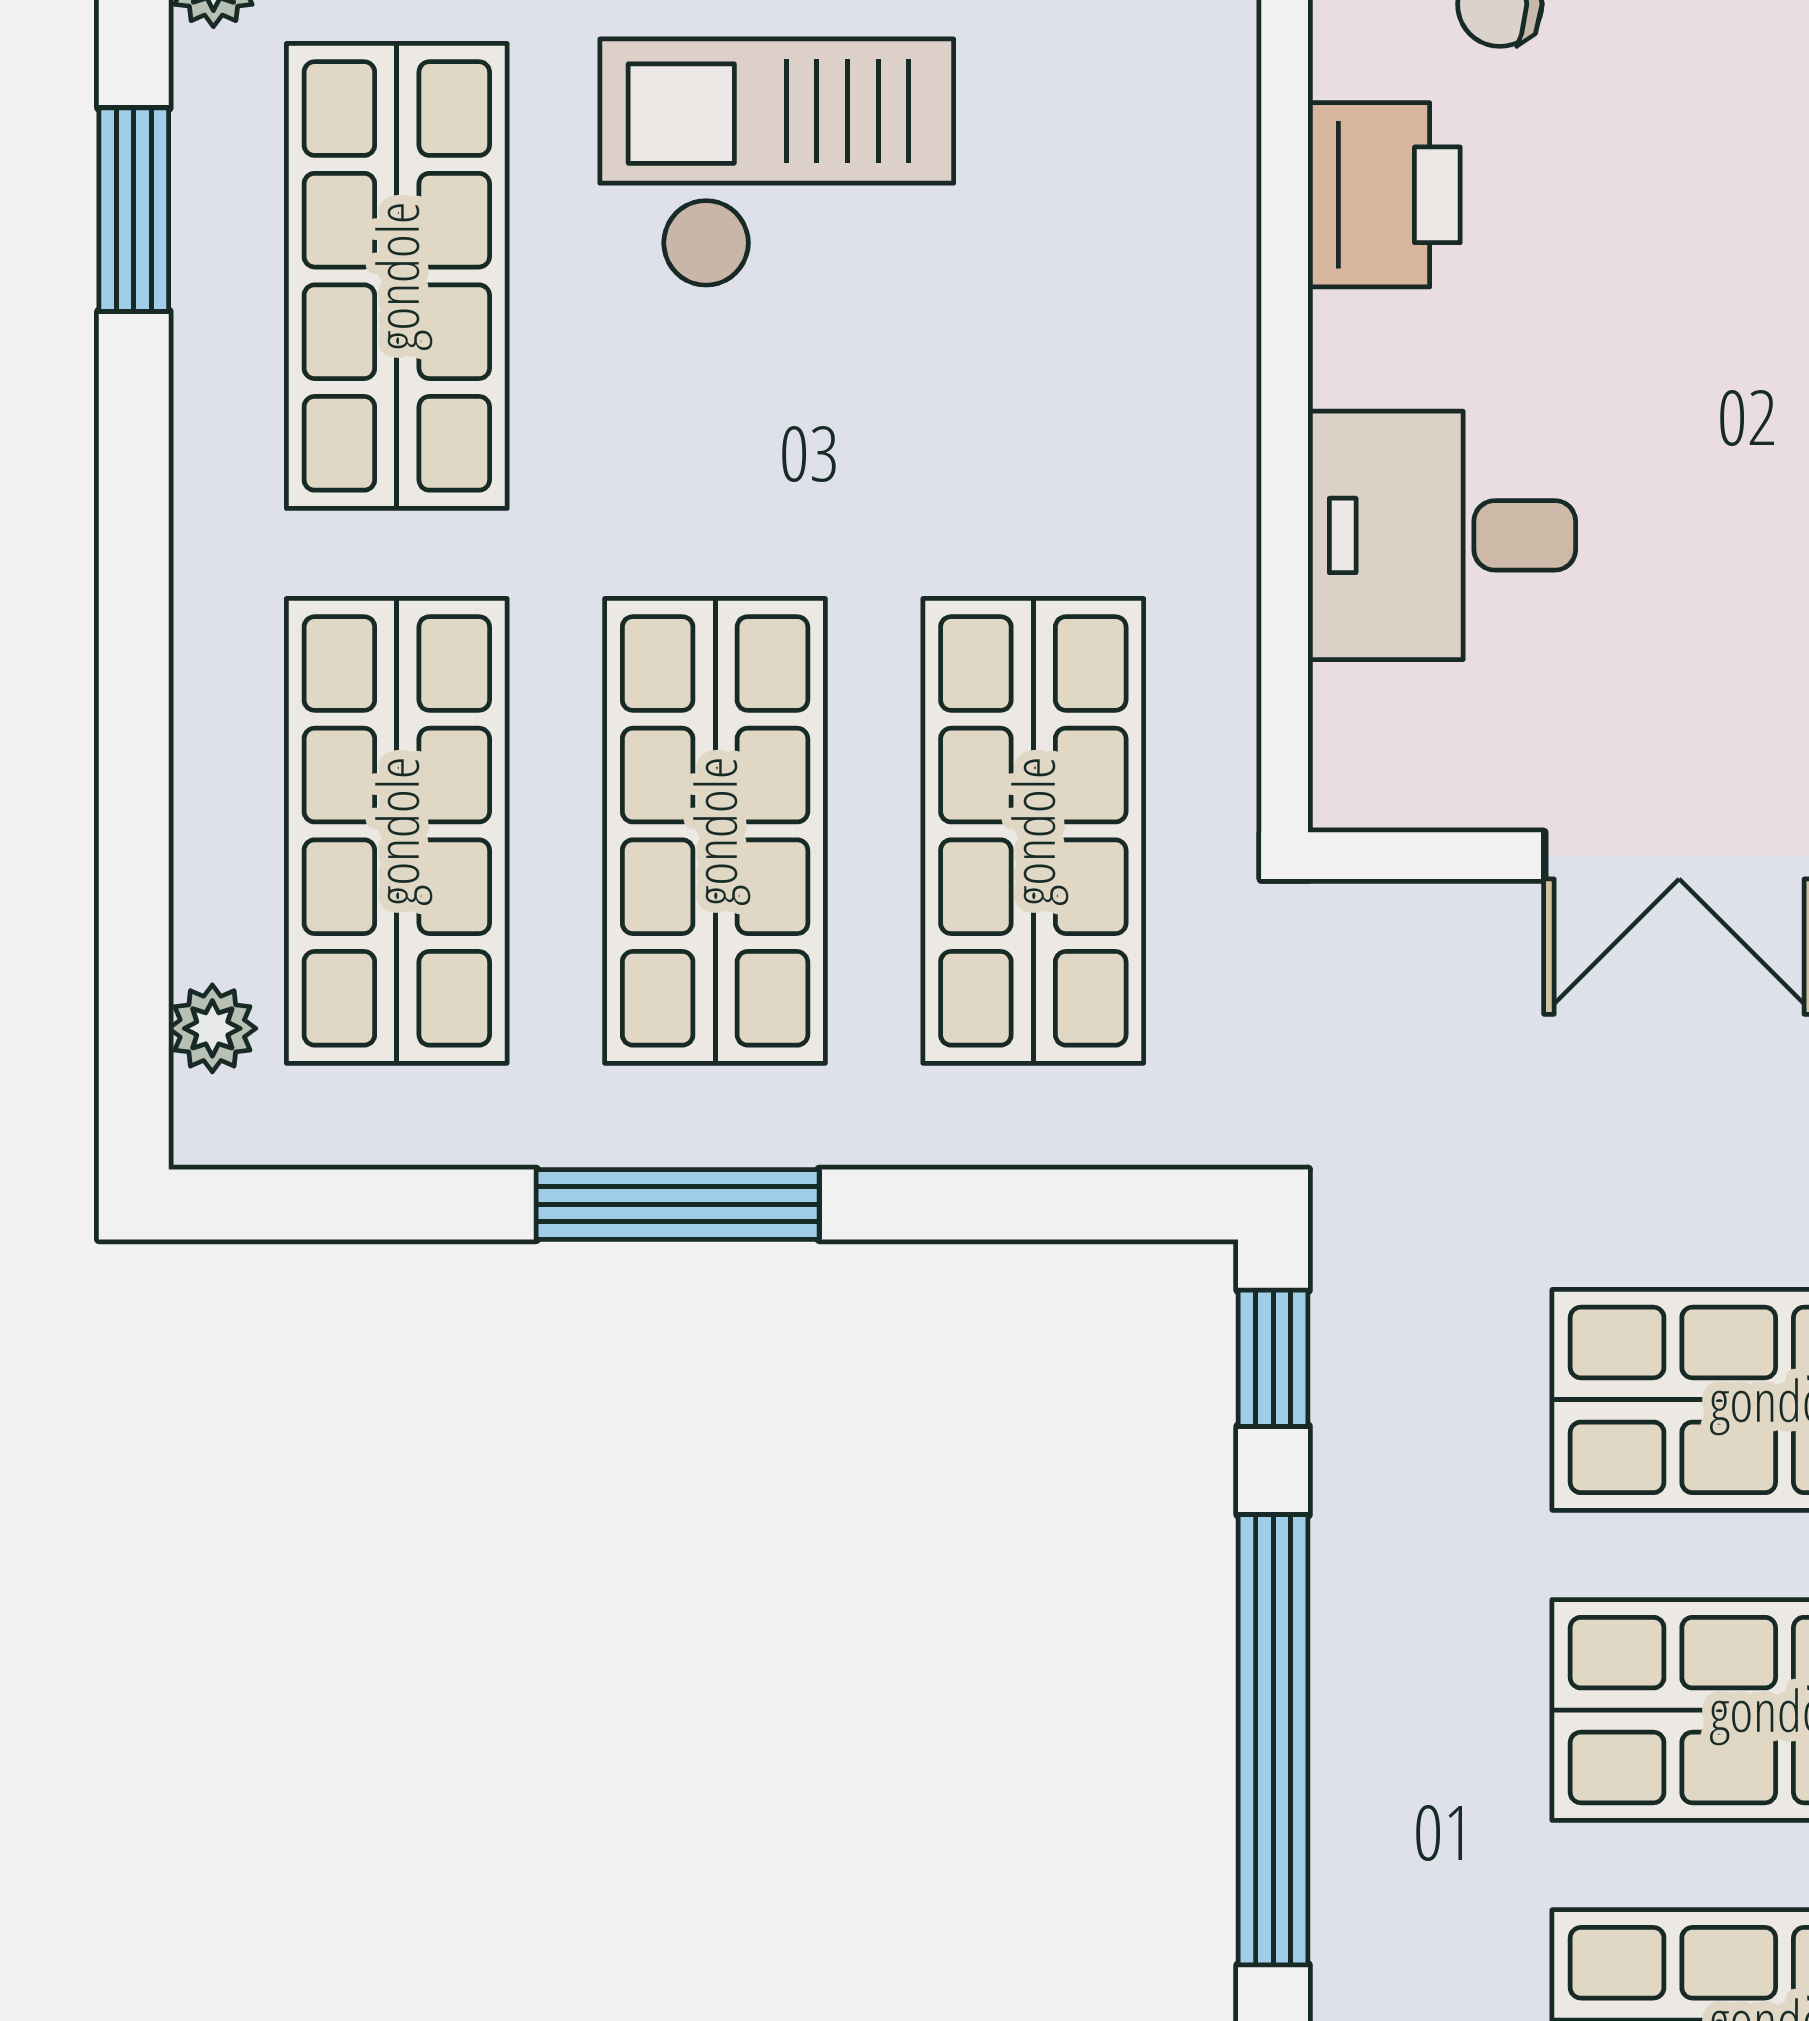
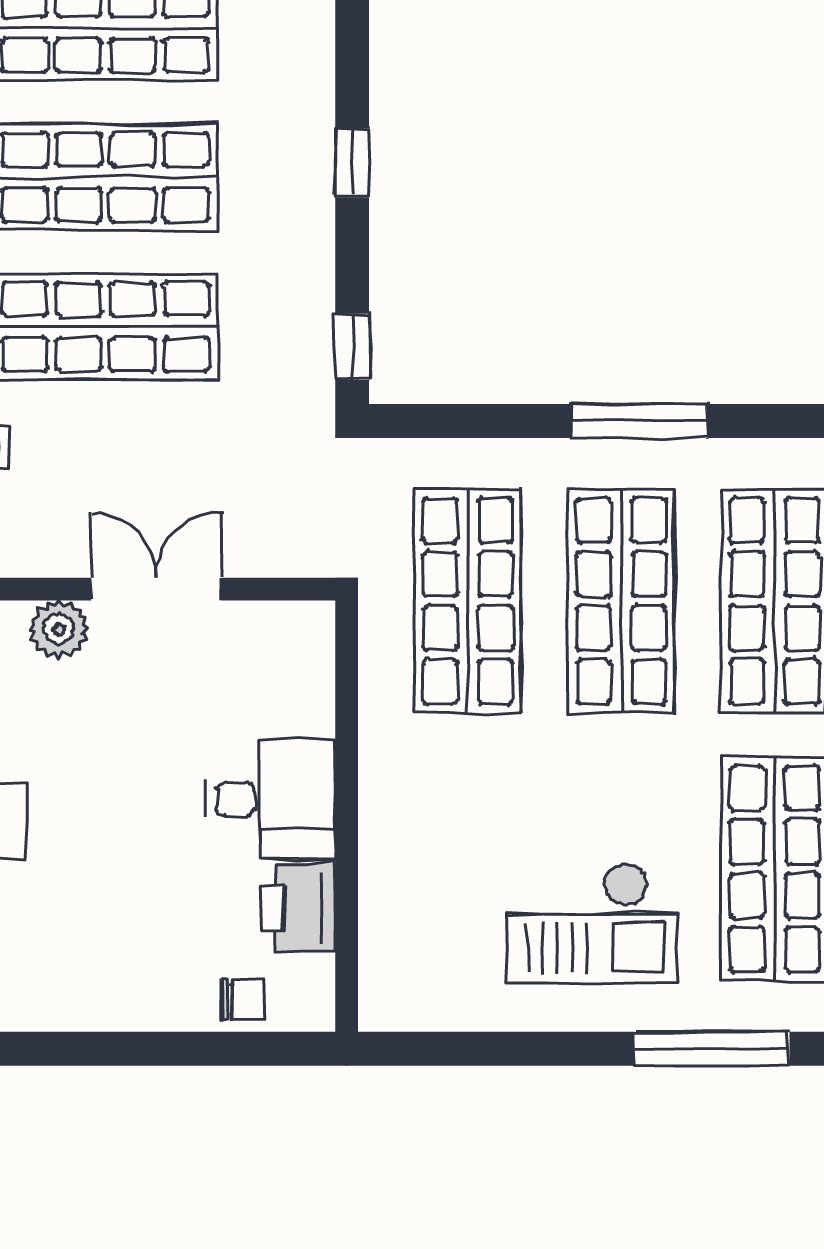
desk: (1442, 535) -> (271, 799), moved
window: (1273, 1740) -> (352, 163), width x0.32

